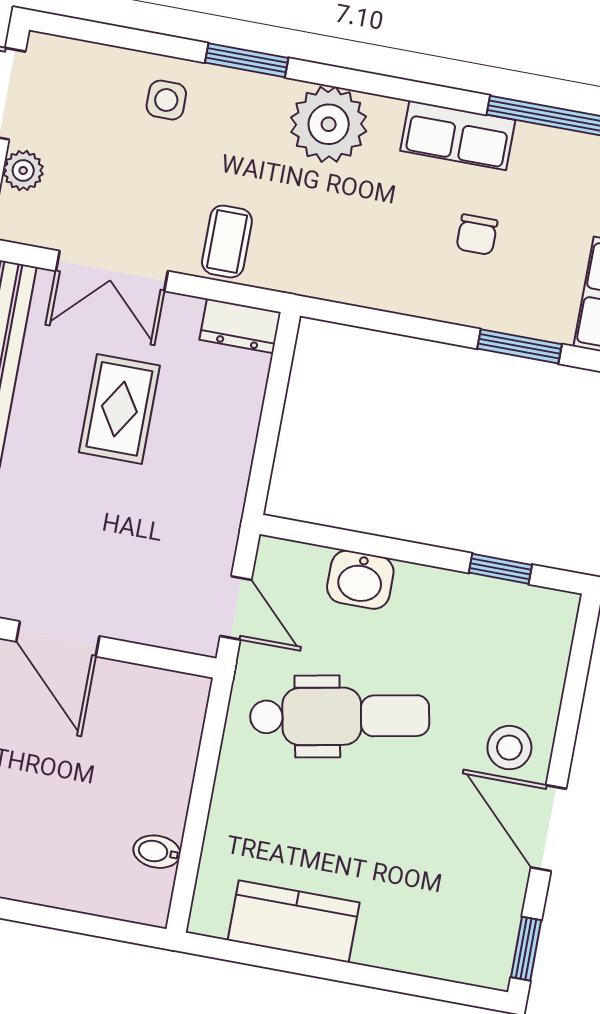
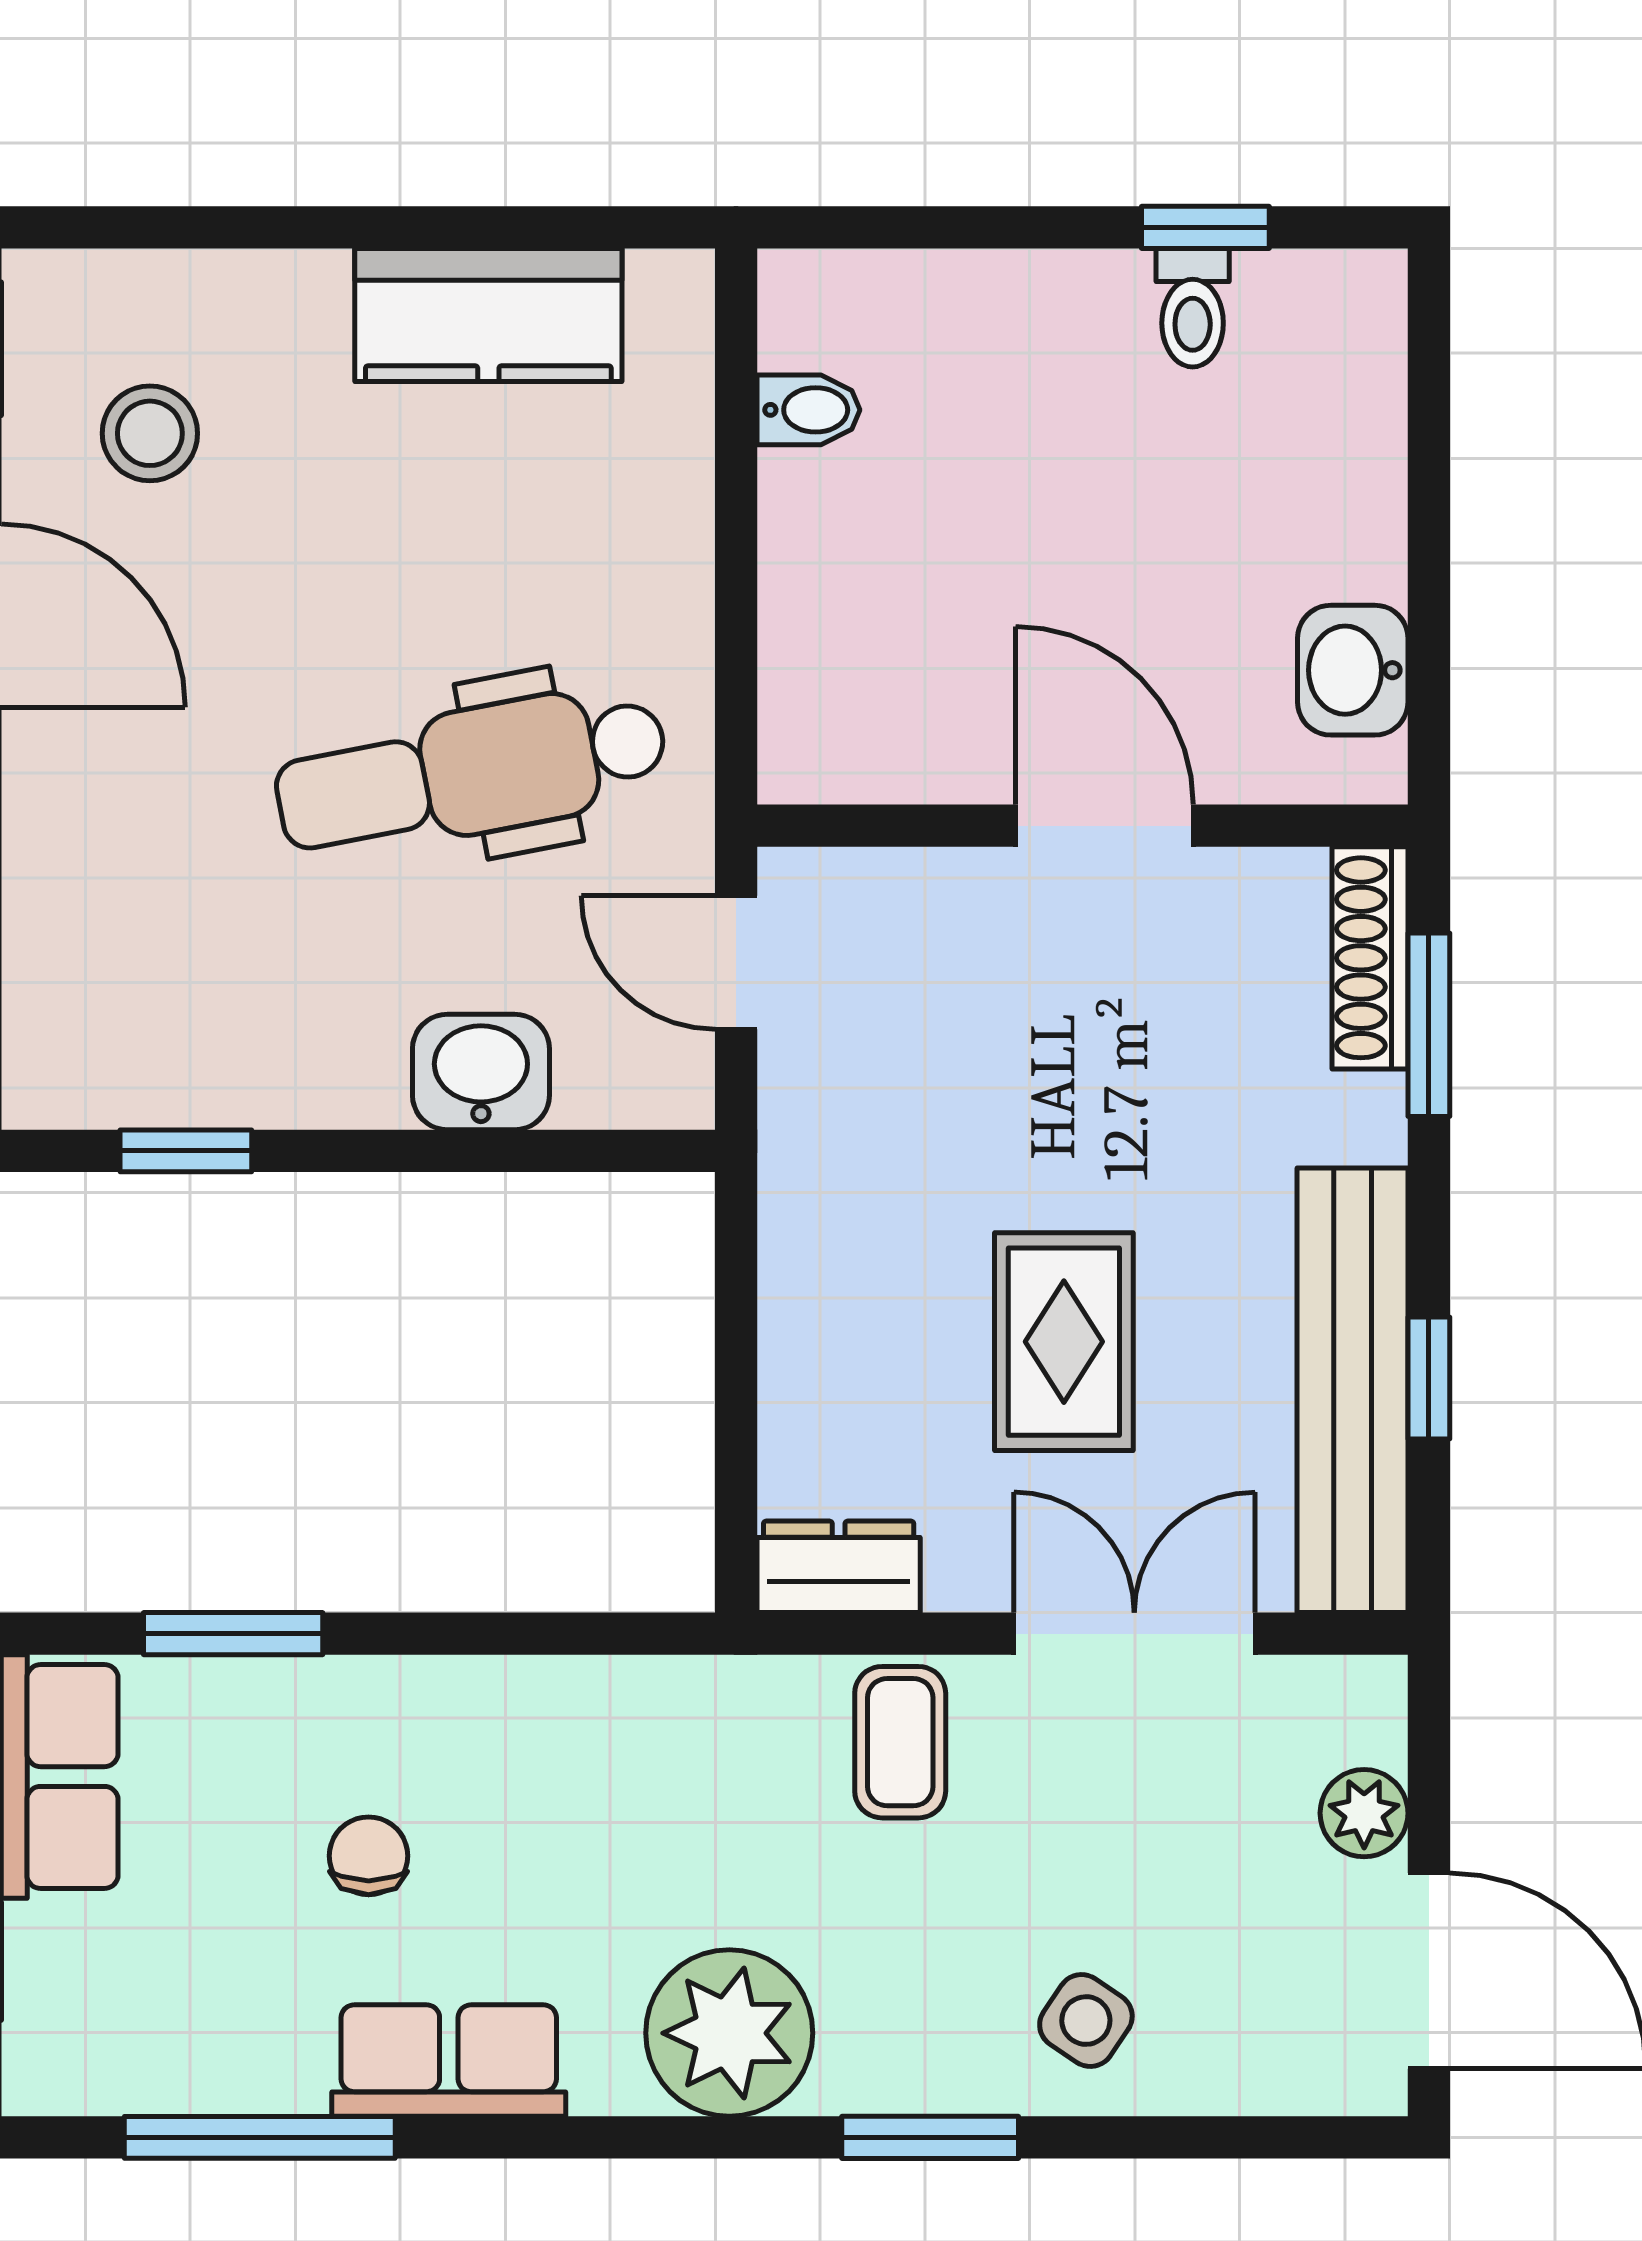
side table: (166, 100) -> (1086, 2021), turned 34
stool: (509, 748) -> (150, 433), moved

